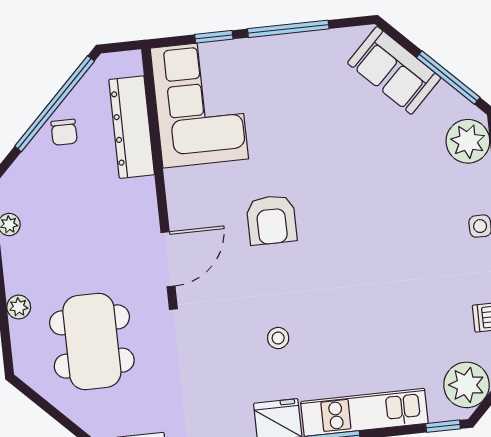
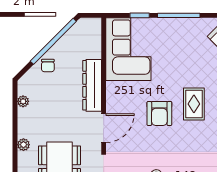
dresser: (132, 127) -> (92, 85), moved
chair: (64, 132) -> (48, 66), moved
rug: (335, 195) -> (194, 104), added

